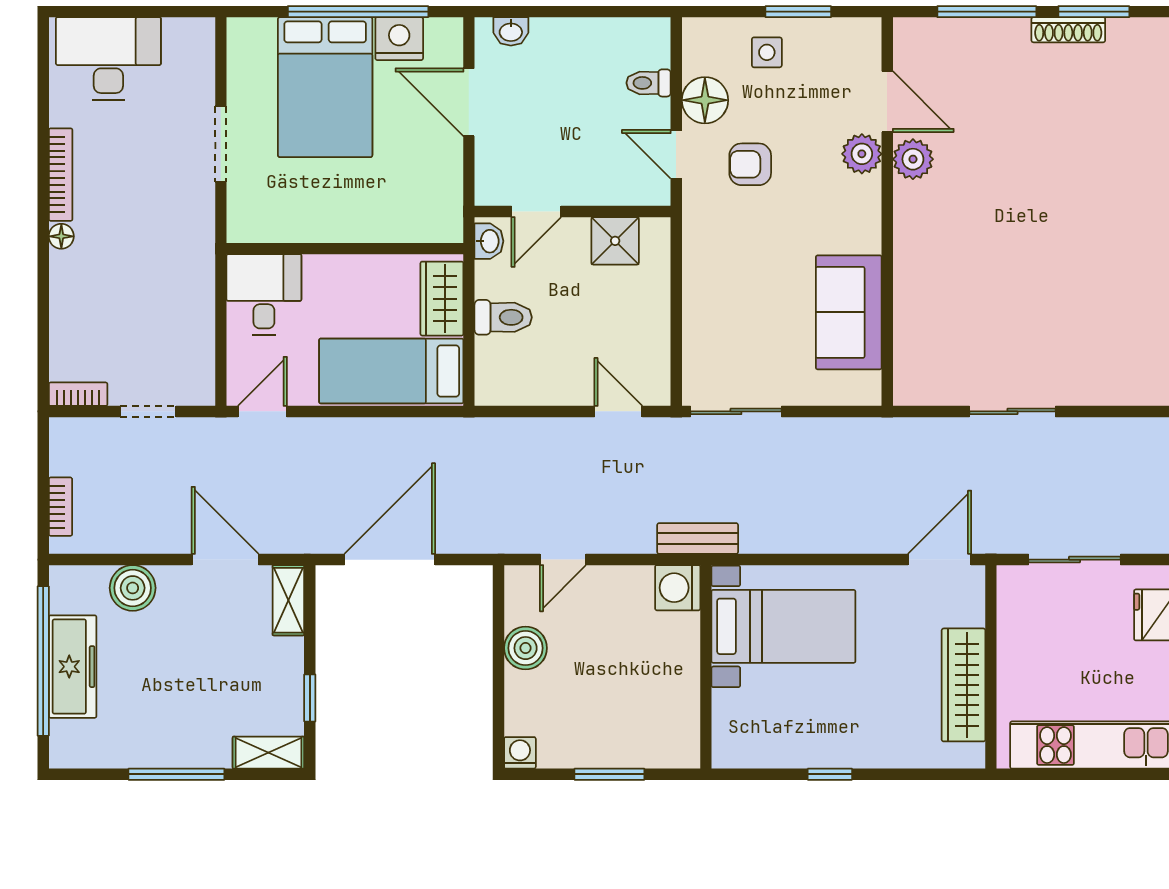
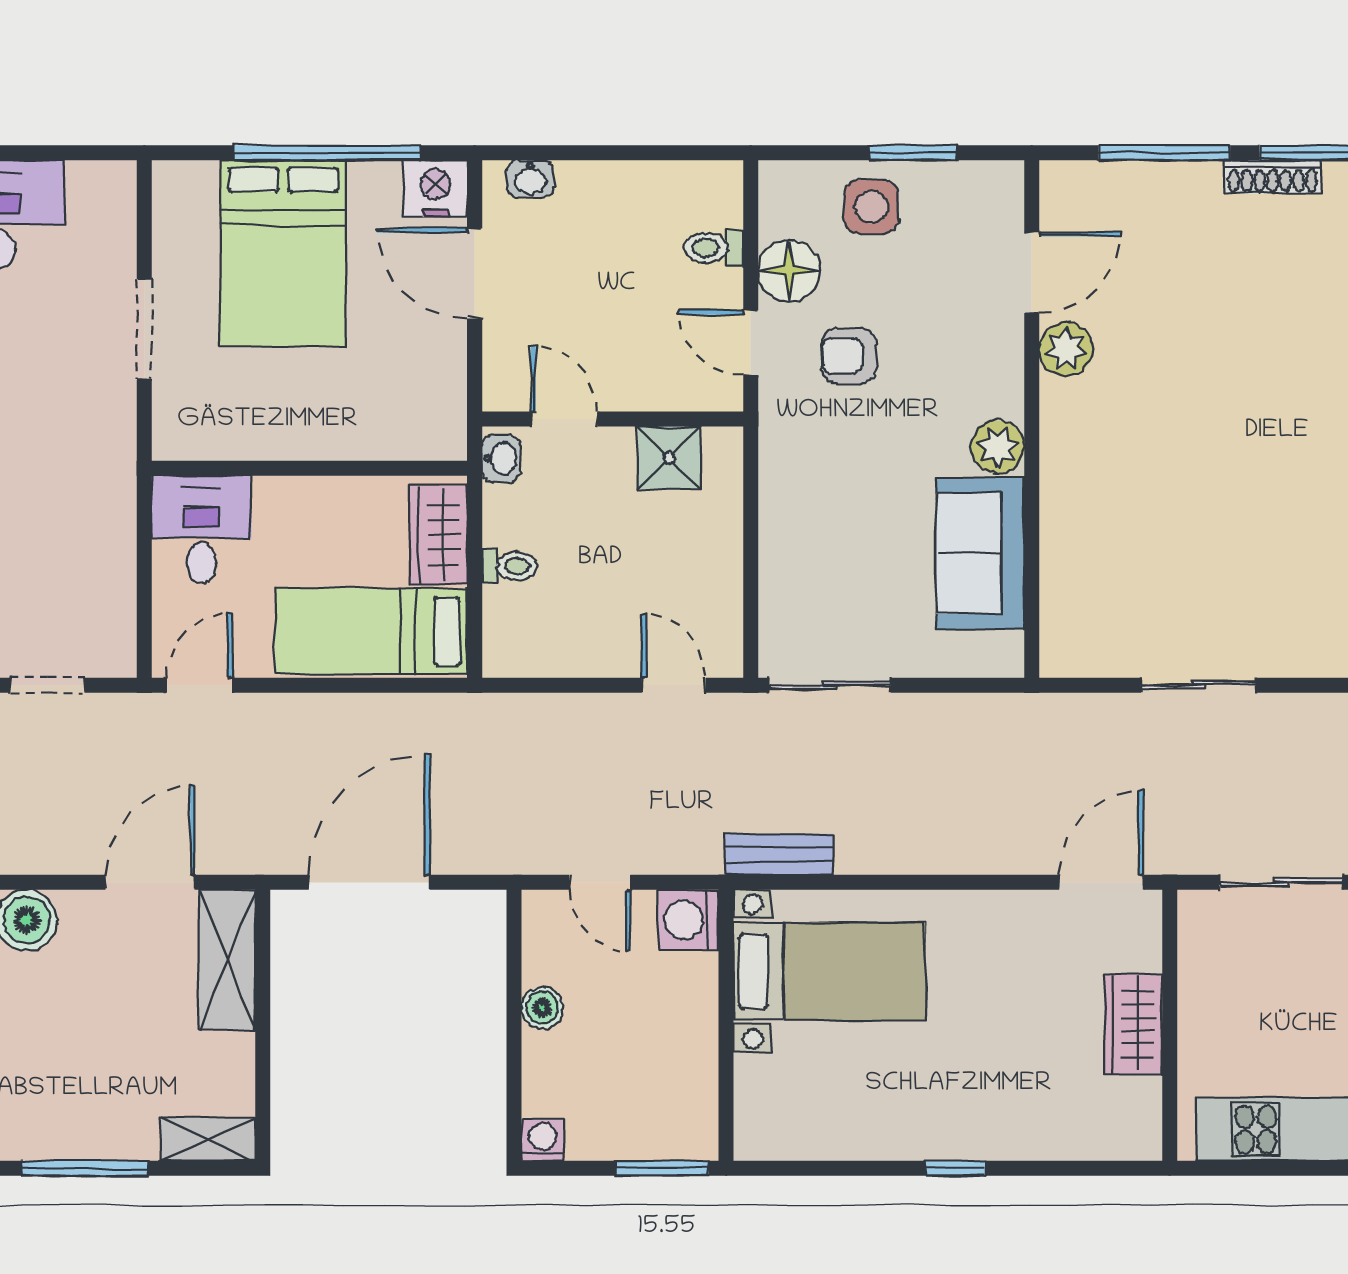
nightstand: (399, 39) -> (435, 189), moved
side table: (767, 52) -> (871, 207), width x1.37, depth x1.37
door: (887, 102) -> (1032, 273), hinge flipped
plant: (862, 154) -> (998, 447), moved
door: (536, 212) -> (564, 419), swing flipped
toilet: (503, 317) -> (510, 566), width x0.73, depth x0.72
door: (225, 560) -> (150, 882), hinge flipped
door: (563, 560) -> (600, 882), hinge flipped
washing machine: (678, 588) -> (689, 920), moved
shelving: (288, 600) -> (227, 960), width x1.50, depth x1.33
bed with nightstands: (783, 626) -> (829, 971), moved
boiler: (526, 648) -> (542, 1008), width x0.73, depth x0.73
wall: (706, 667) -> (726, 1025), moved
wardrobe: (964, 685) -> (1133, 1024), width x0.67
window: (310, 698) -> (263, 1067), removed

